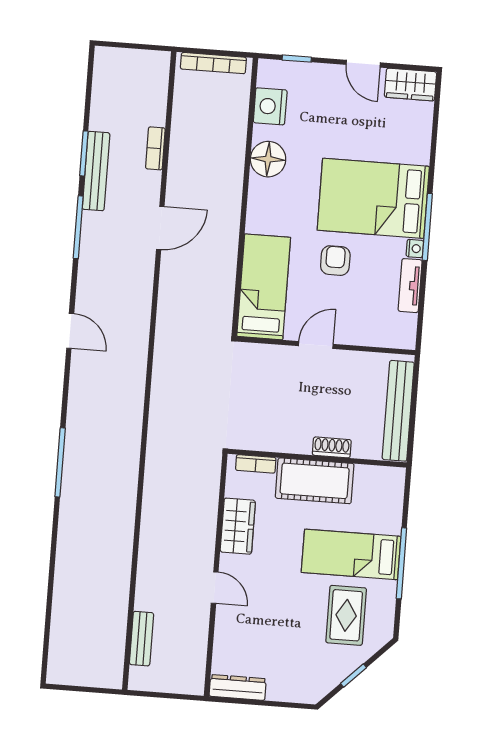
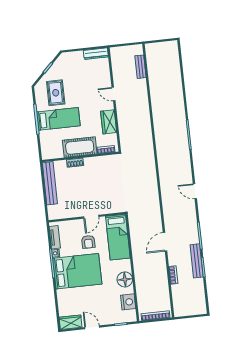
bed: (264, 287) -> (118, 237), moved
door: (316, 345) -> (91, 217), moved
wall: (326, 346) -> (87, 217), moved

